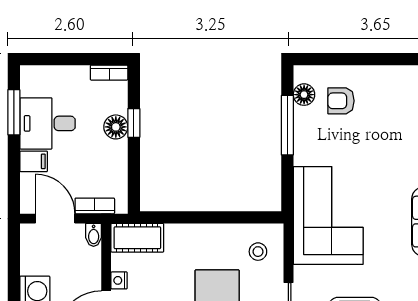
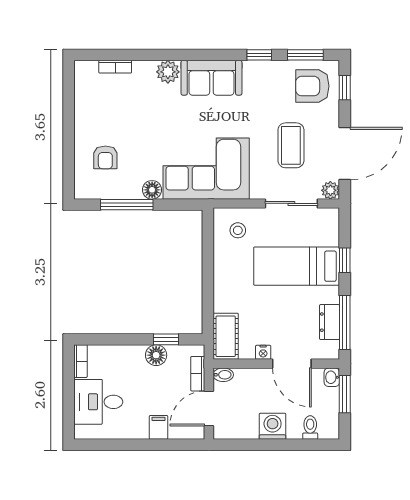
floor lamp: (304, 95) -> (152, 190), moved
window: (14, 112) -> (115, 445), removed
desk: (48, 123) -> (98, 402), moved, turned 90
window: (134, 123) -> (166, 339), moved
floor lamp: (116, 127) -> (156, 355), moved

